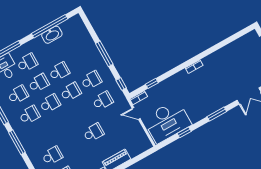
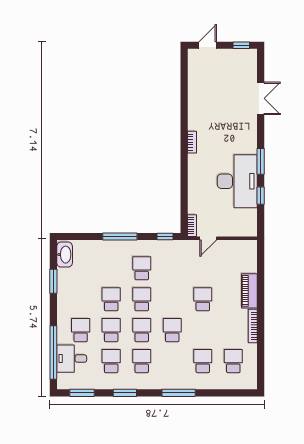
window: (50, 26) -> (53, 281), width x0.47
washbasin: (52, 35) -> (65, 255), moved
window: (152, 83) -> (184, 201), removed
school desk: (103, 101) -> (172, 330), moved
window: (217, 114) -> (261, 161), moved
desk: (167, 121) -> (237, 181), moved
window: (17, 142) -> (179, 393), moved

